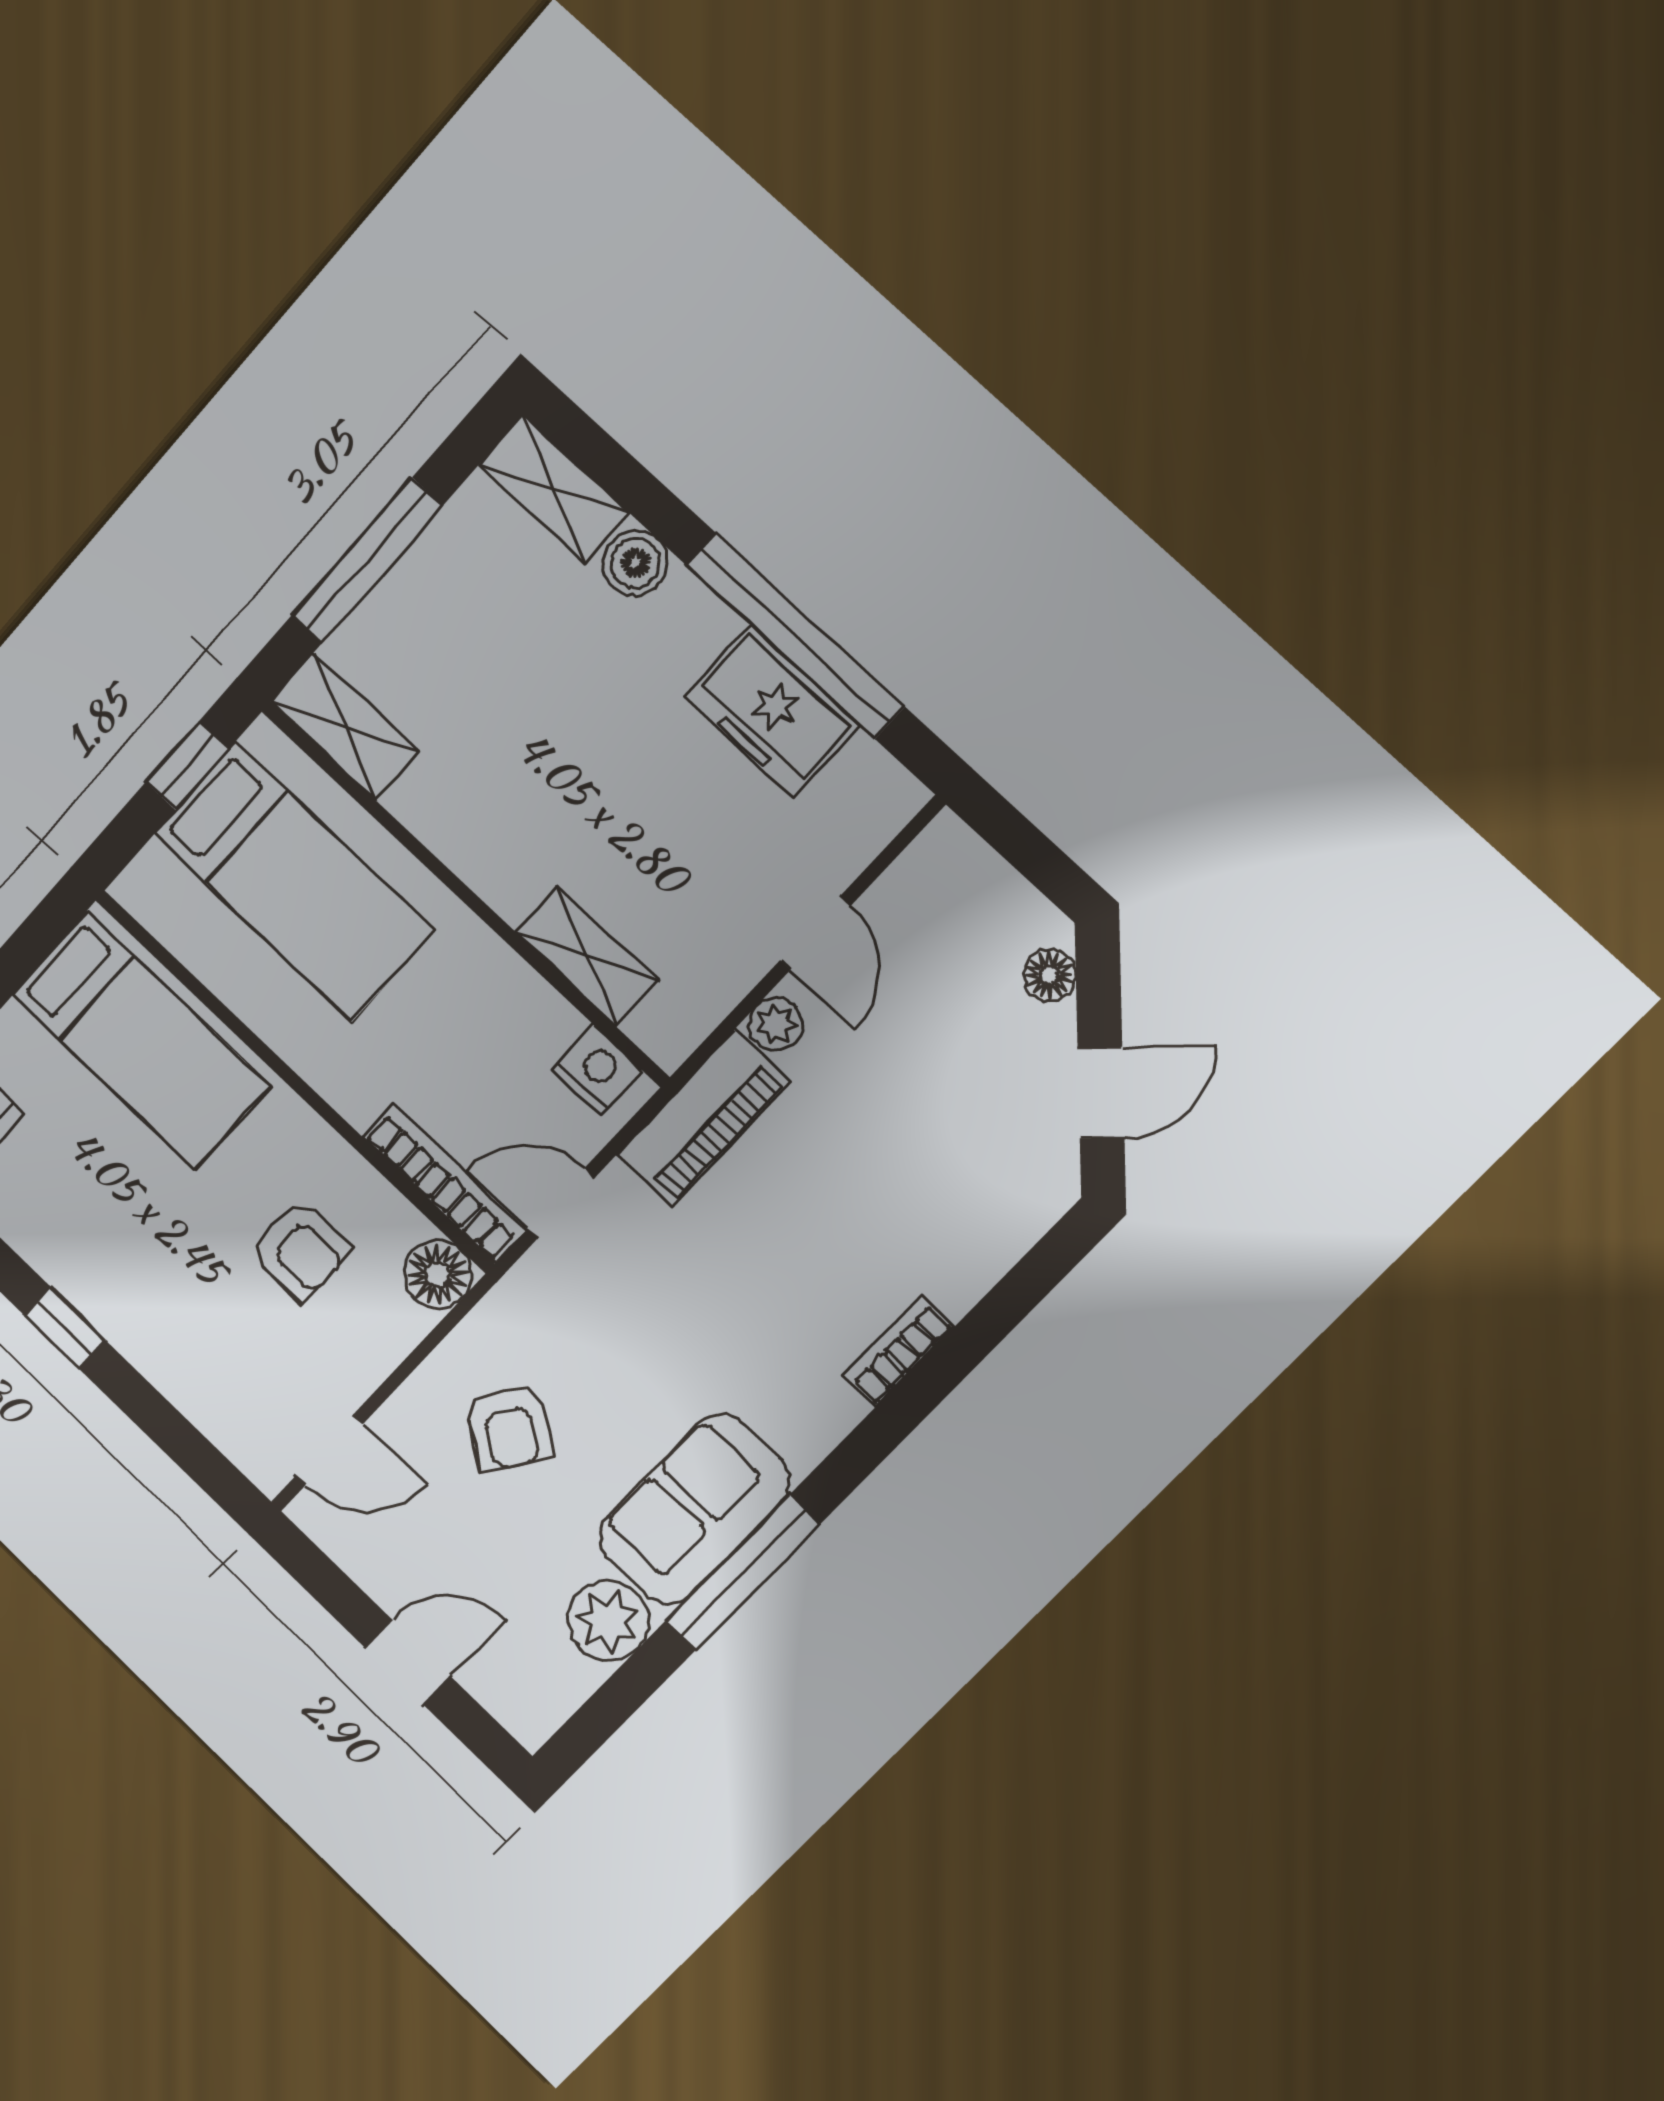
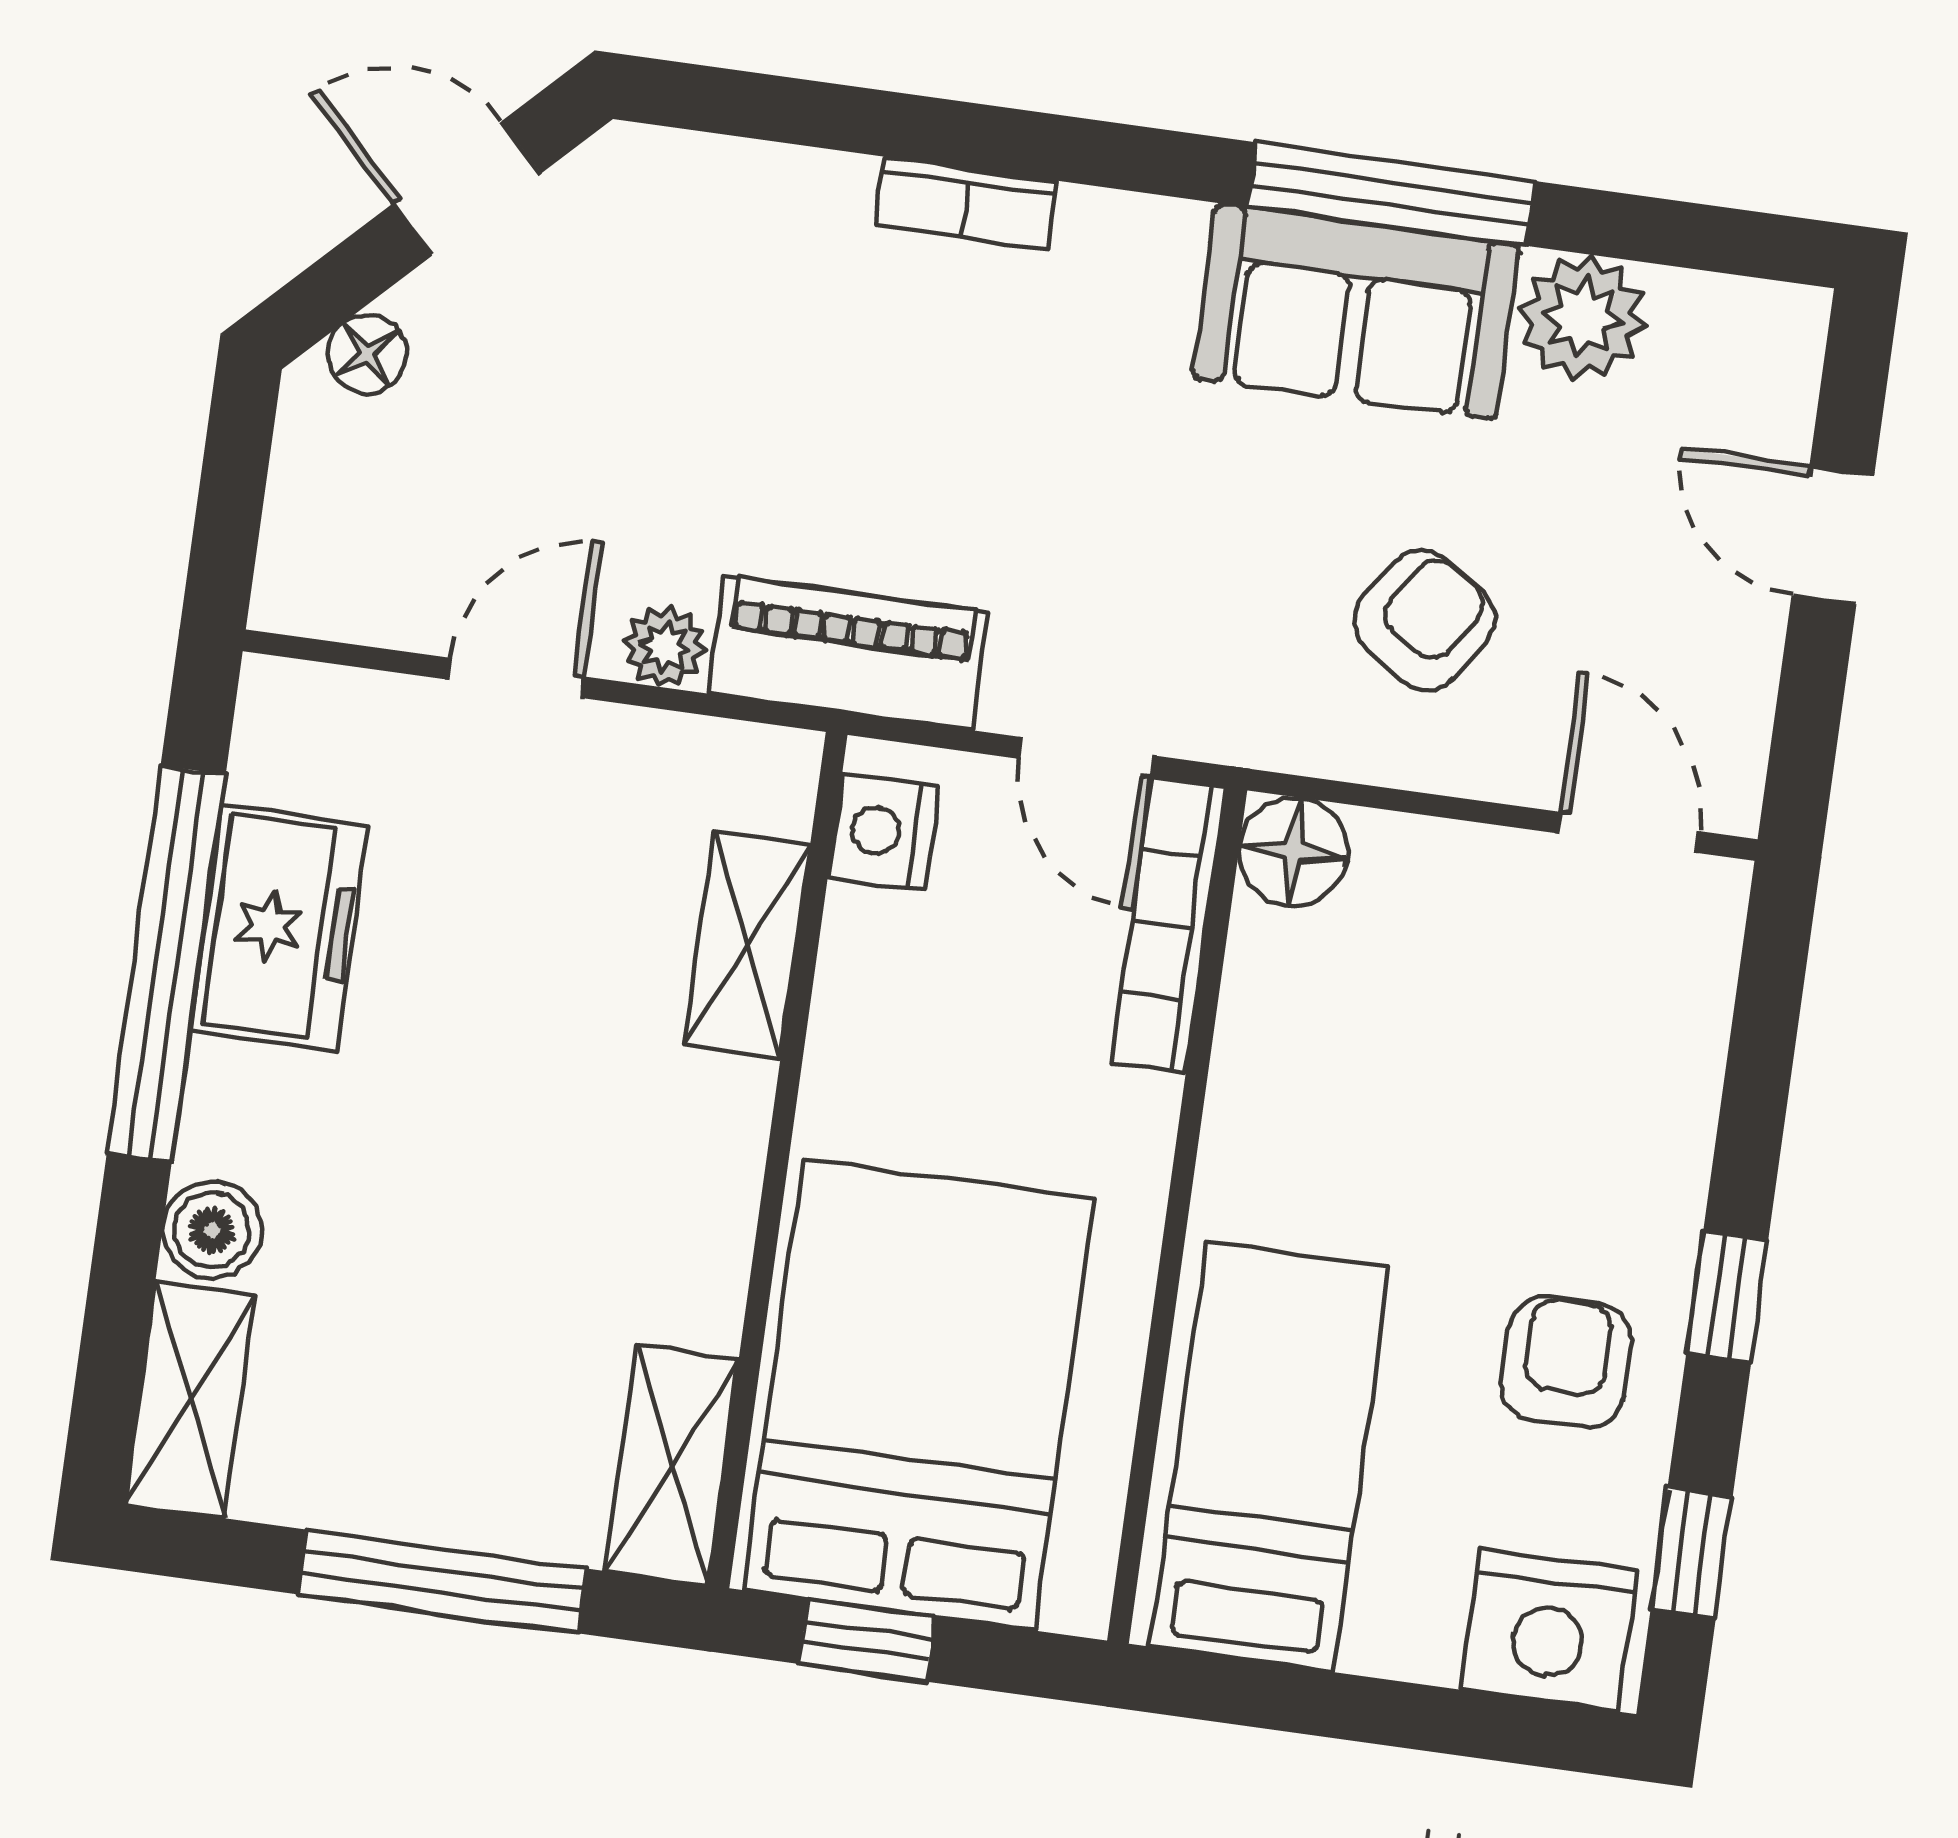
bed: (294, 882) -> (919, 1394), width x1.50
armchair: (300, 1250) -> (1566, 1362), moved

